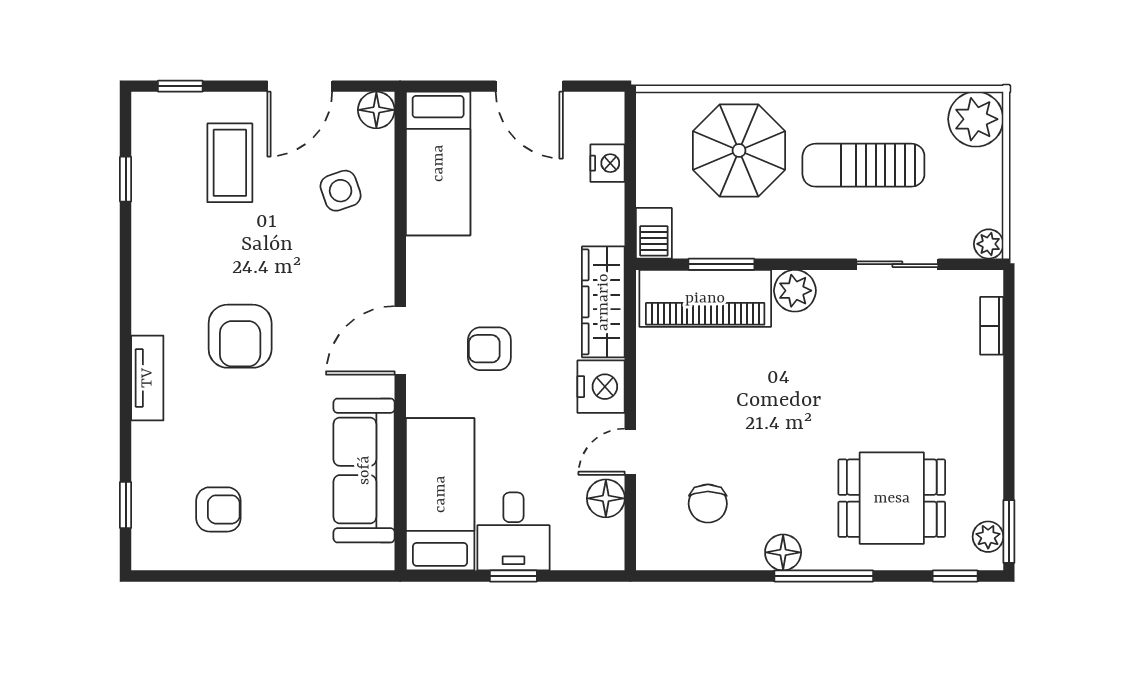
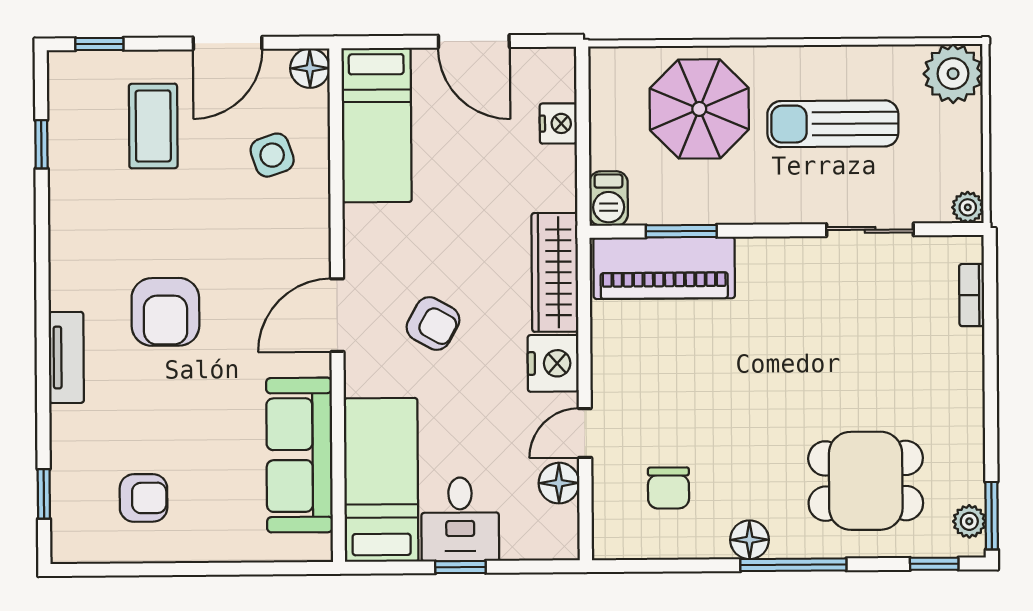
plant: (795, 291) -> (760, 259), removed
armchair: (489, 349) -> (433, 323), turned -151

